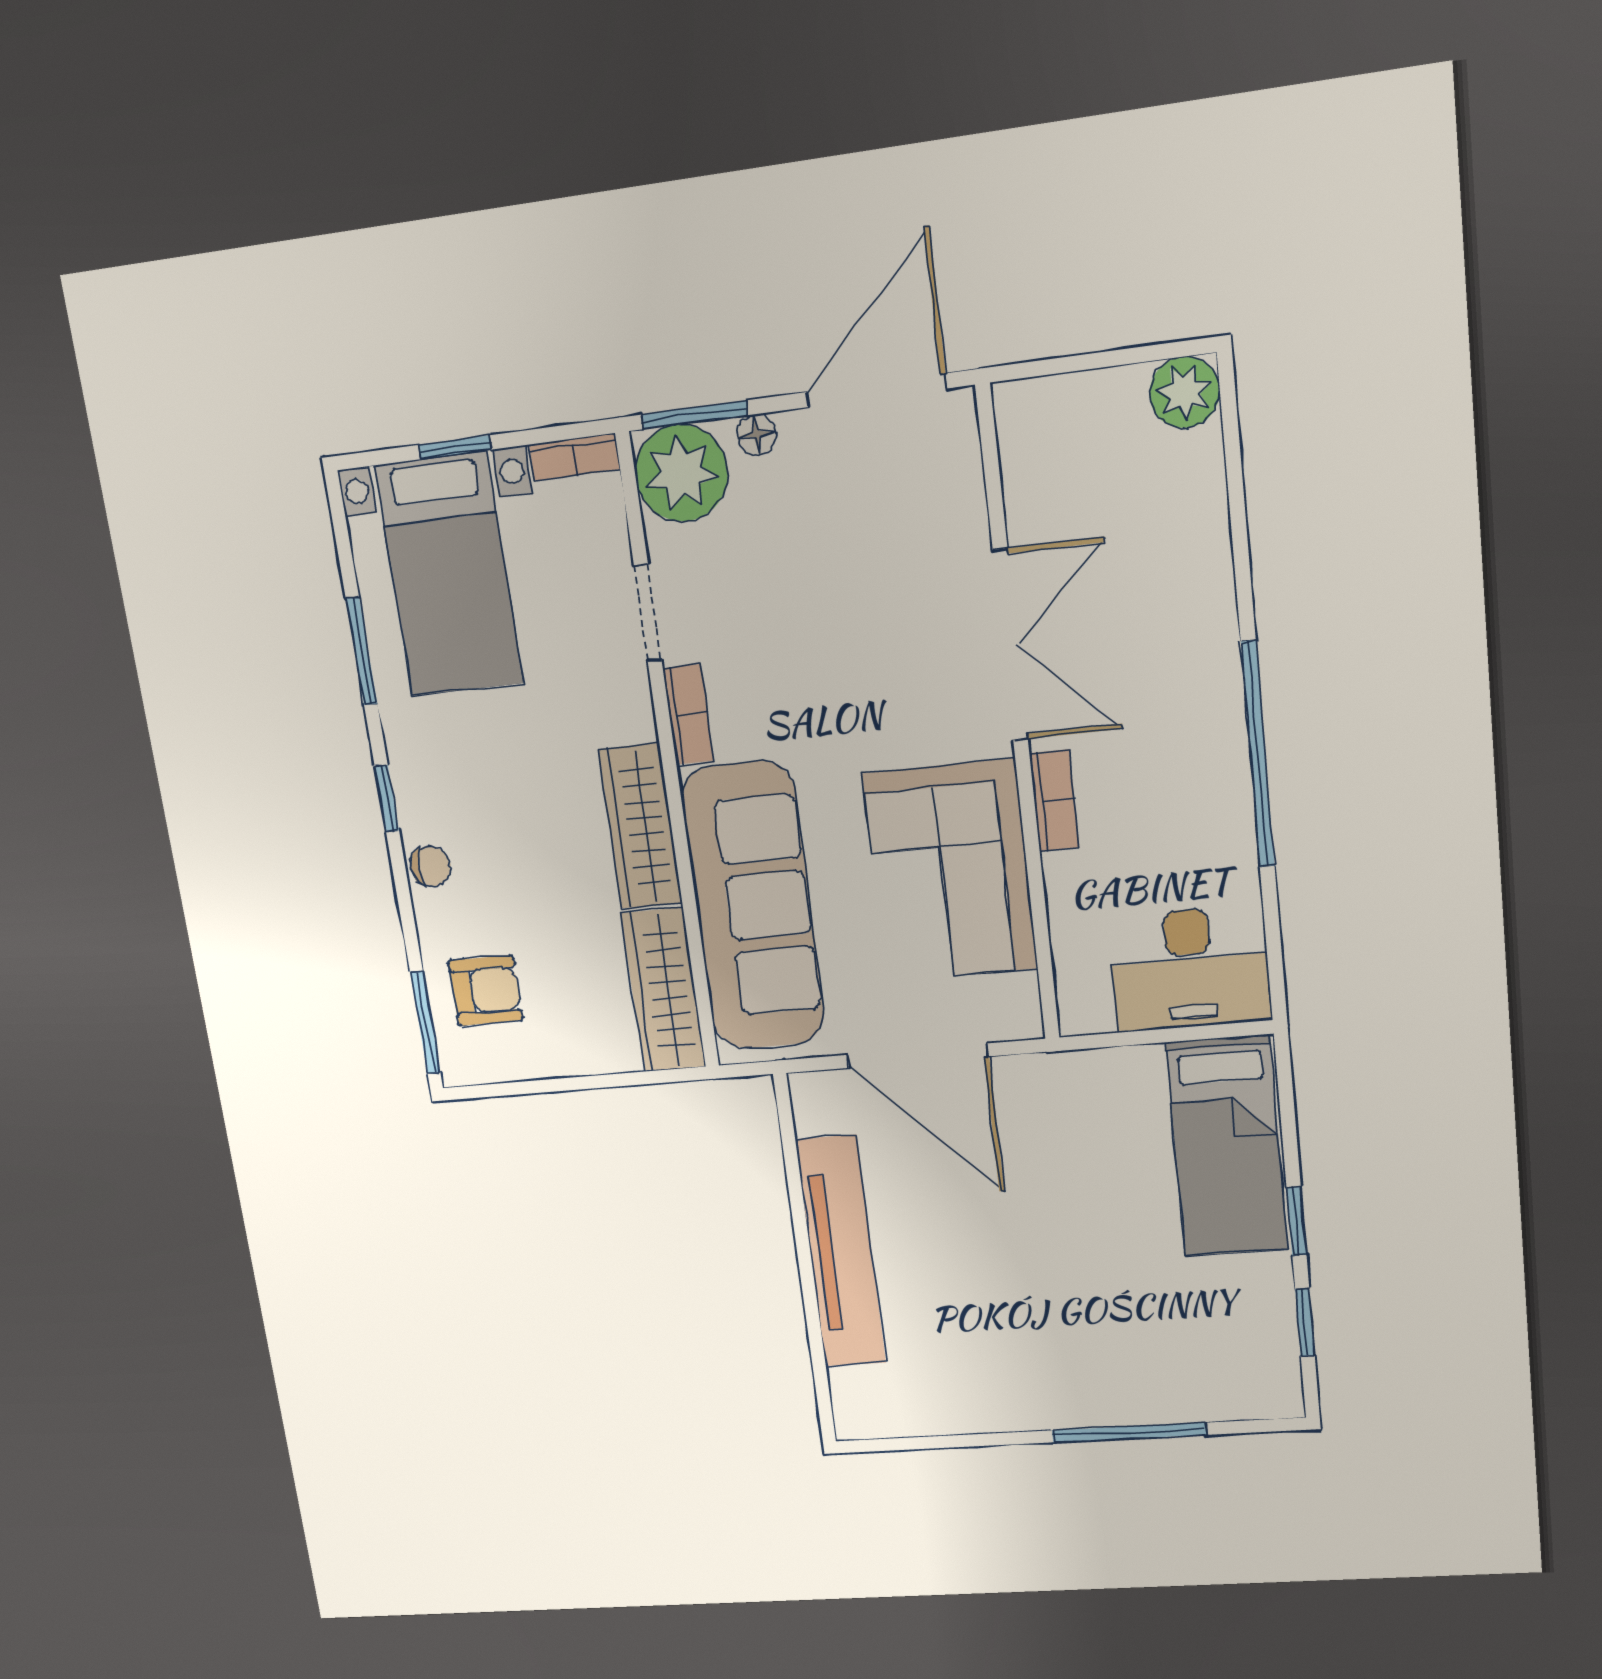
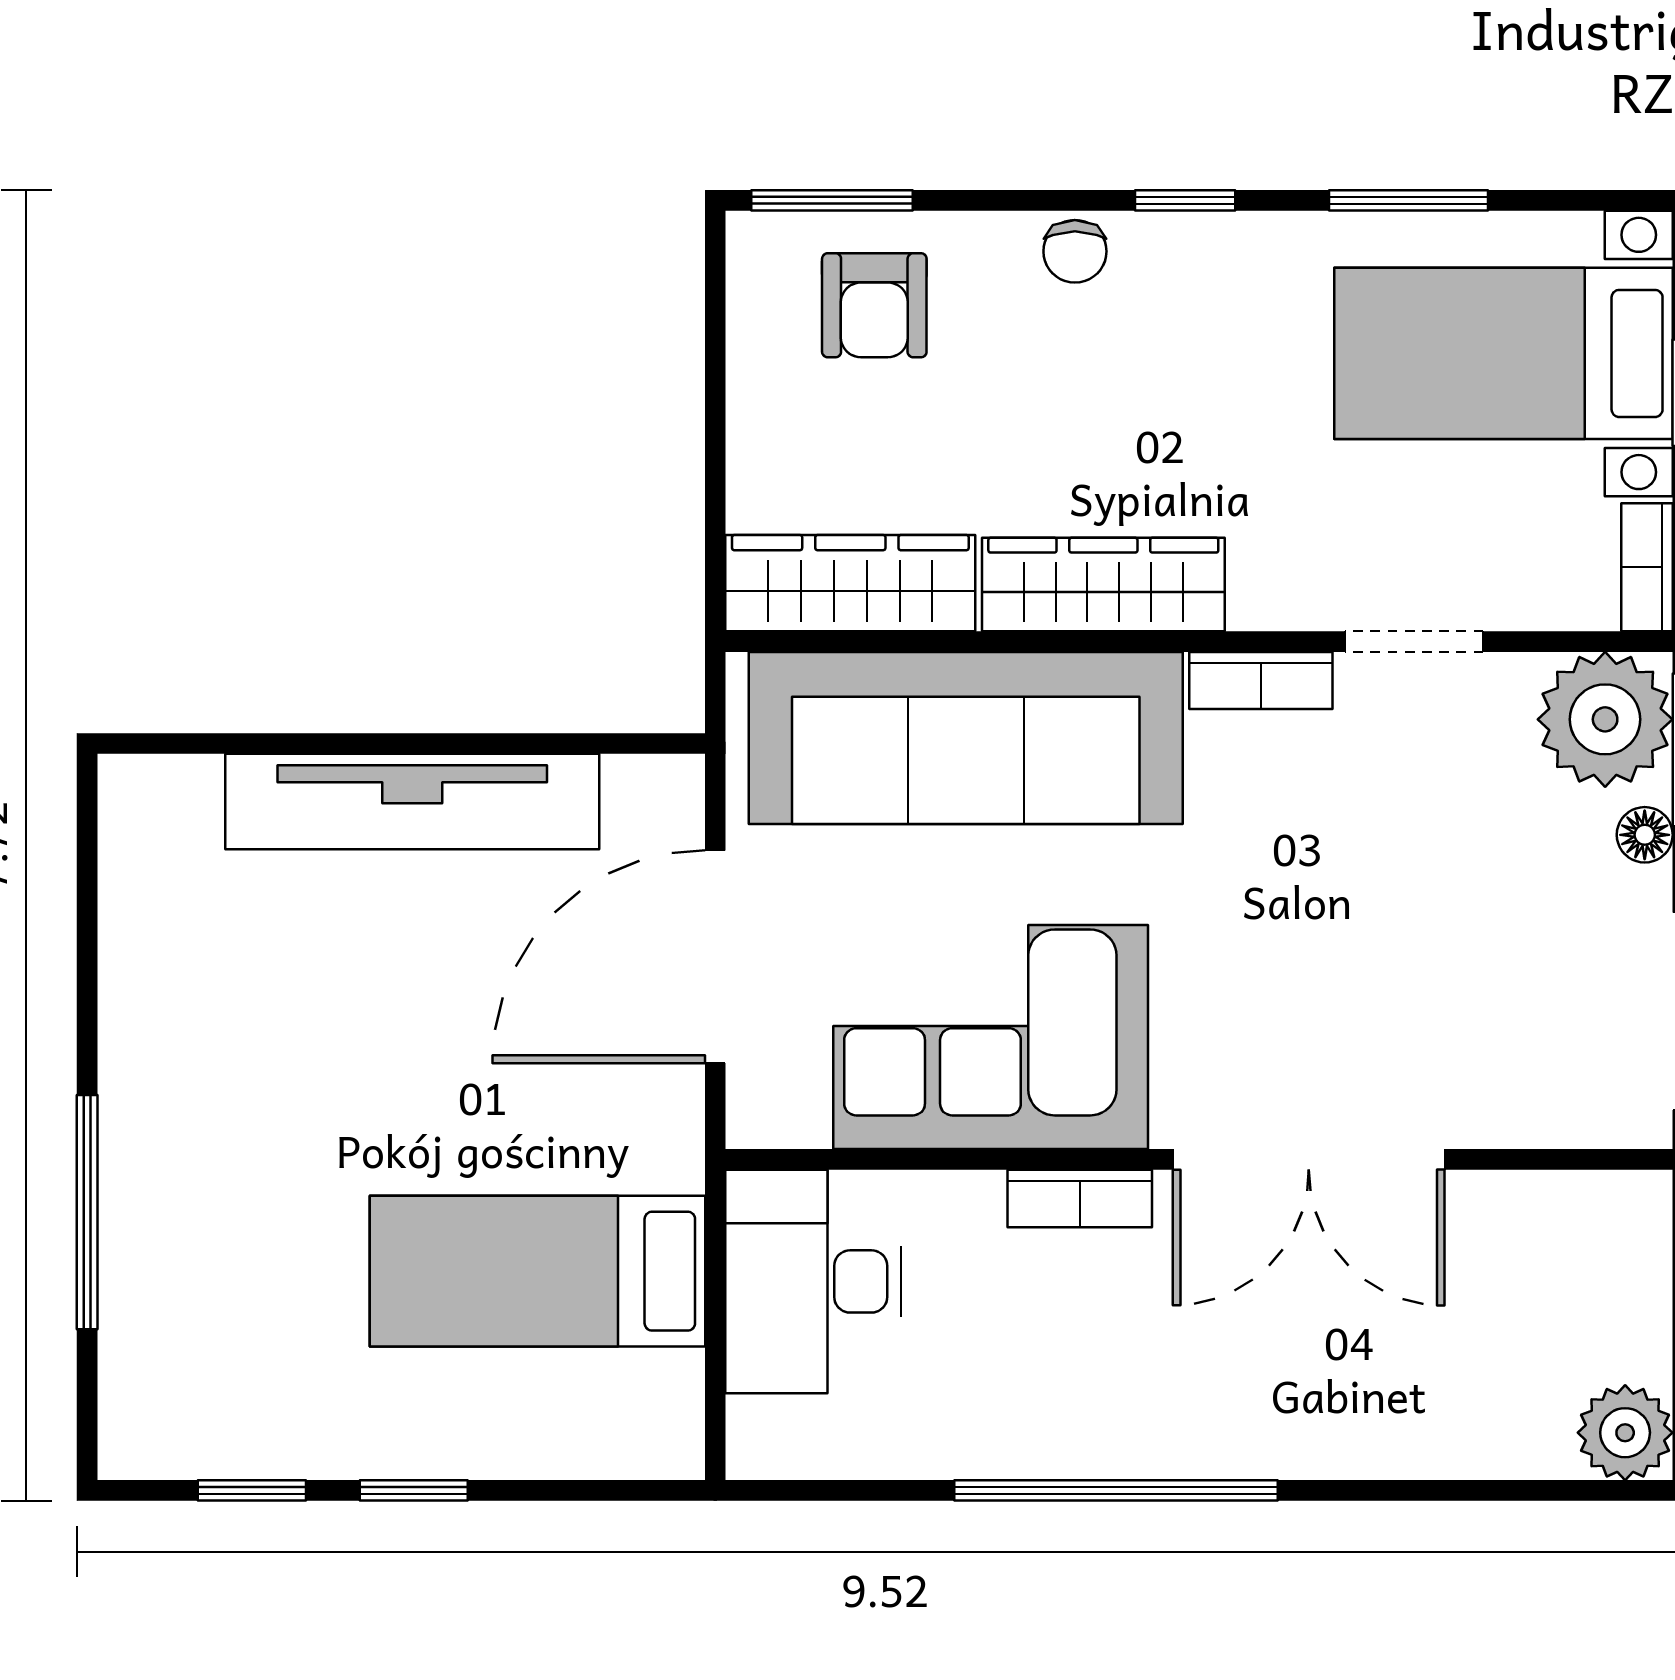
desk: (1190, 968) -> (813, 1281), moved
bed: (1227, 1147) -> (537, 1271), moved

